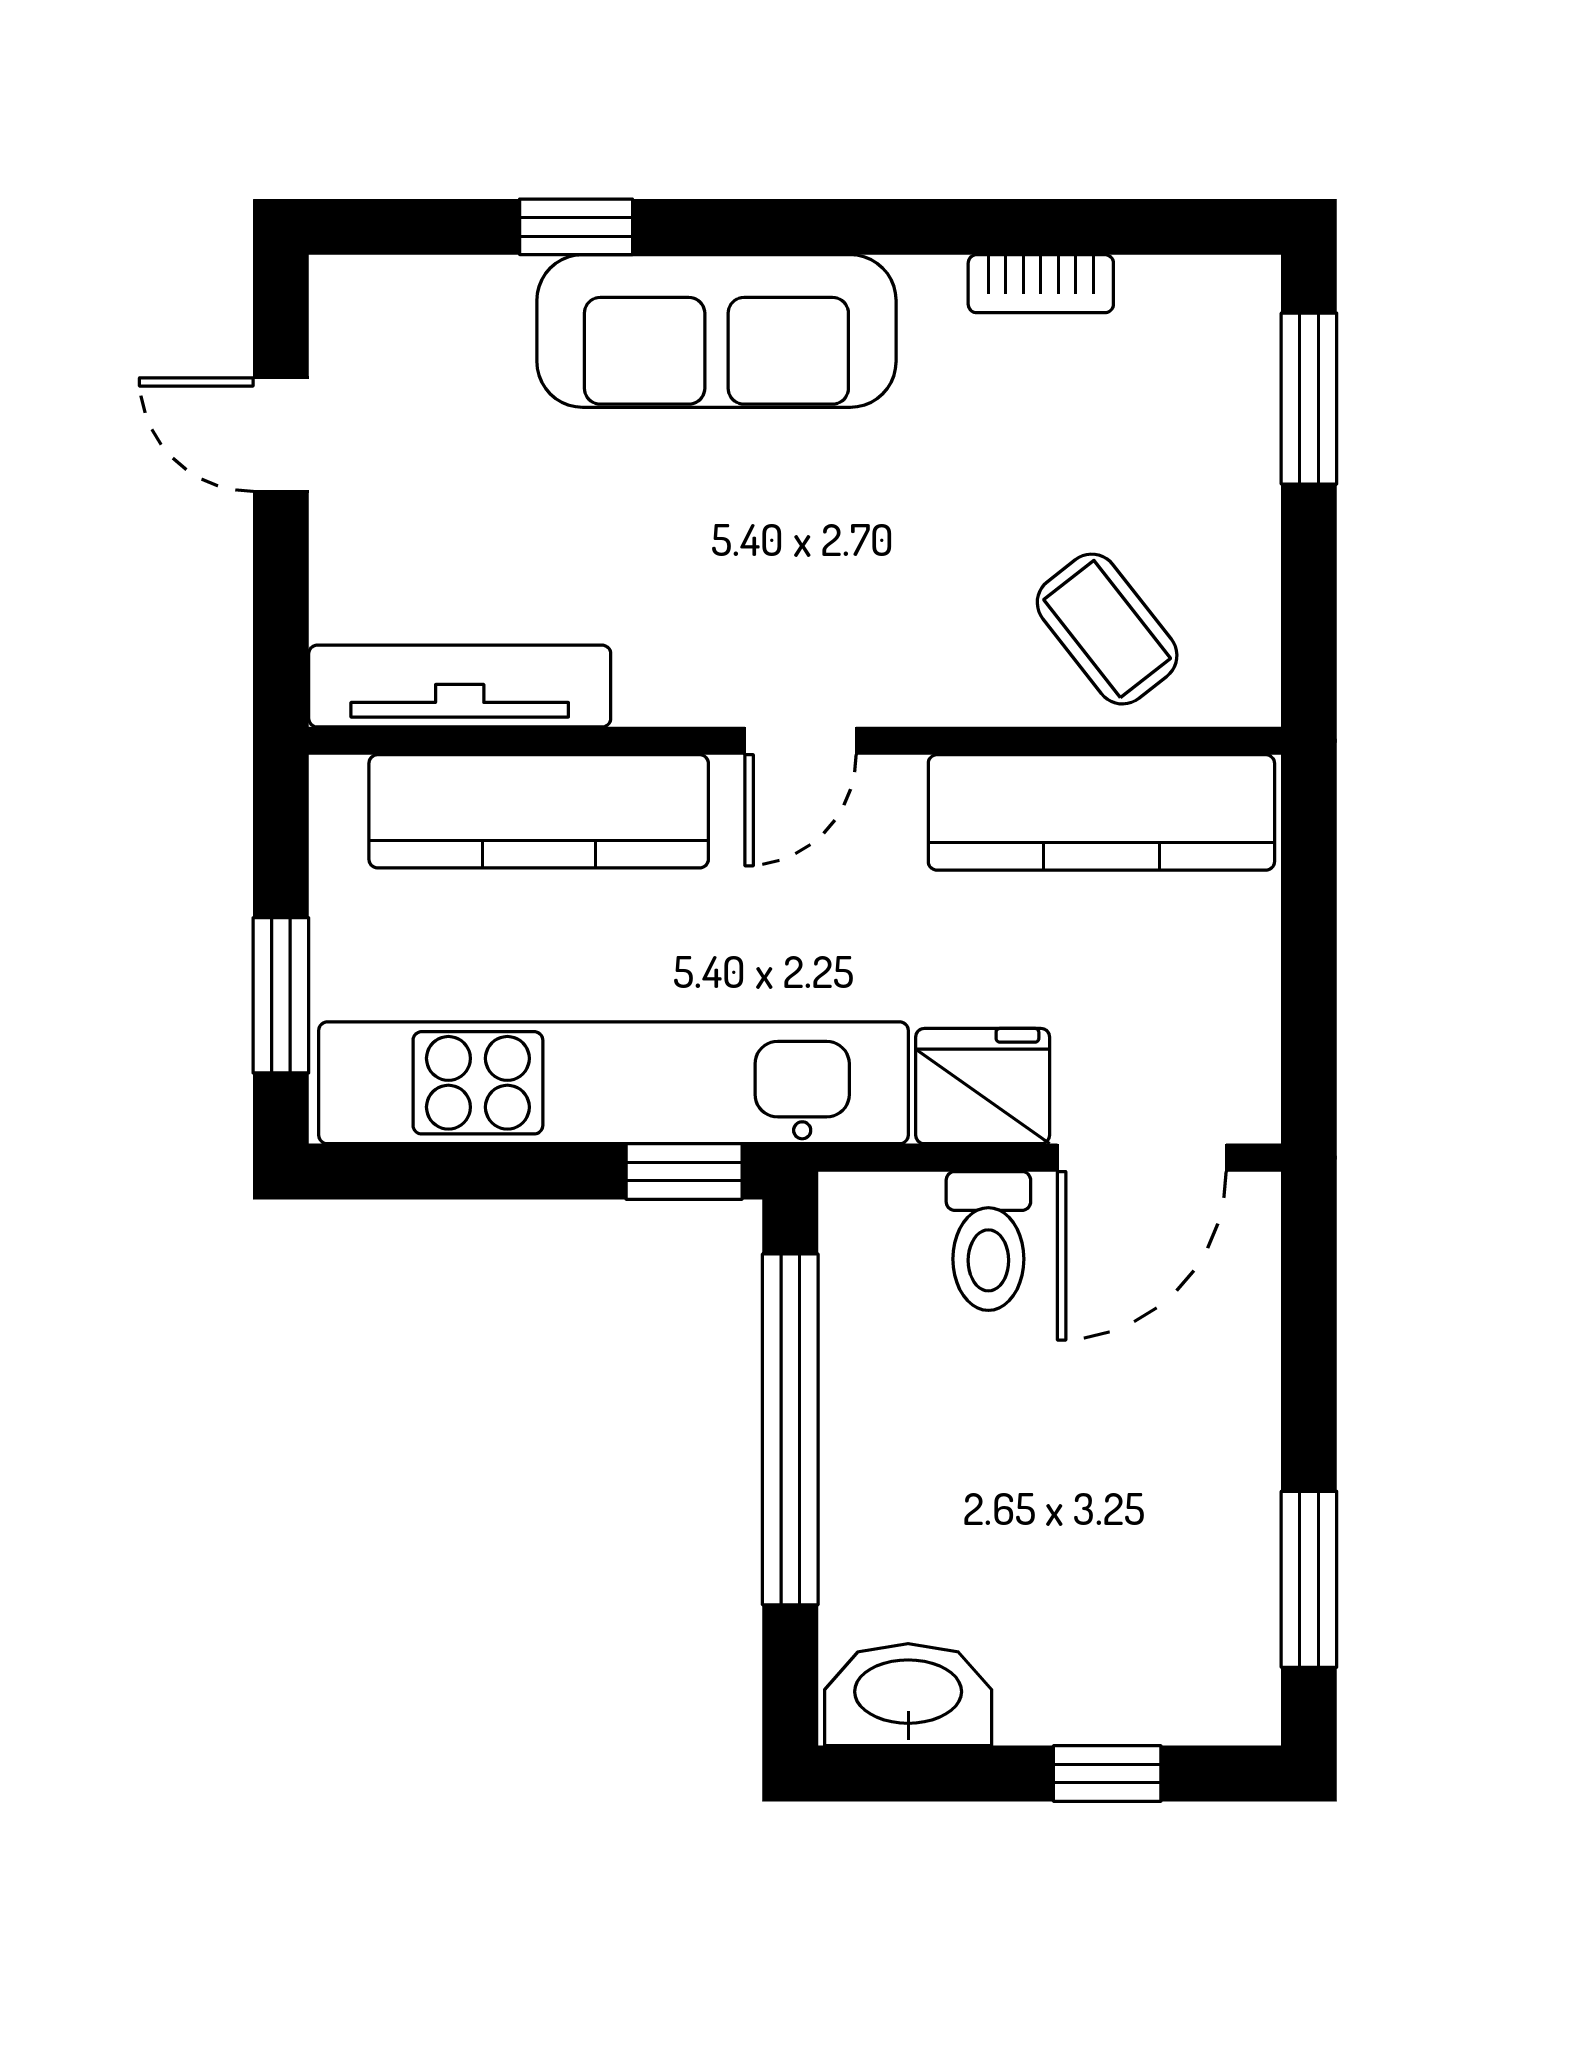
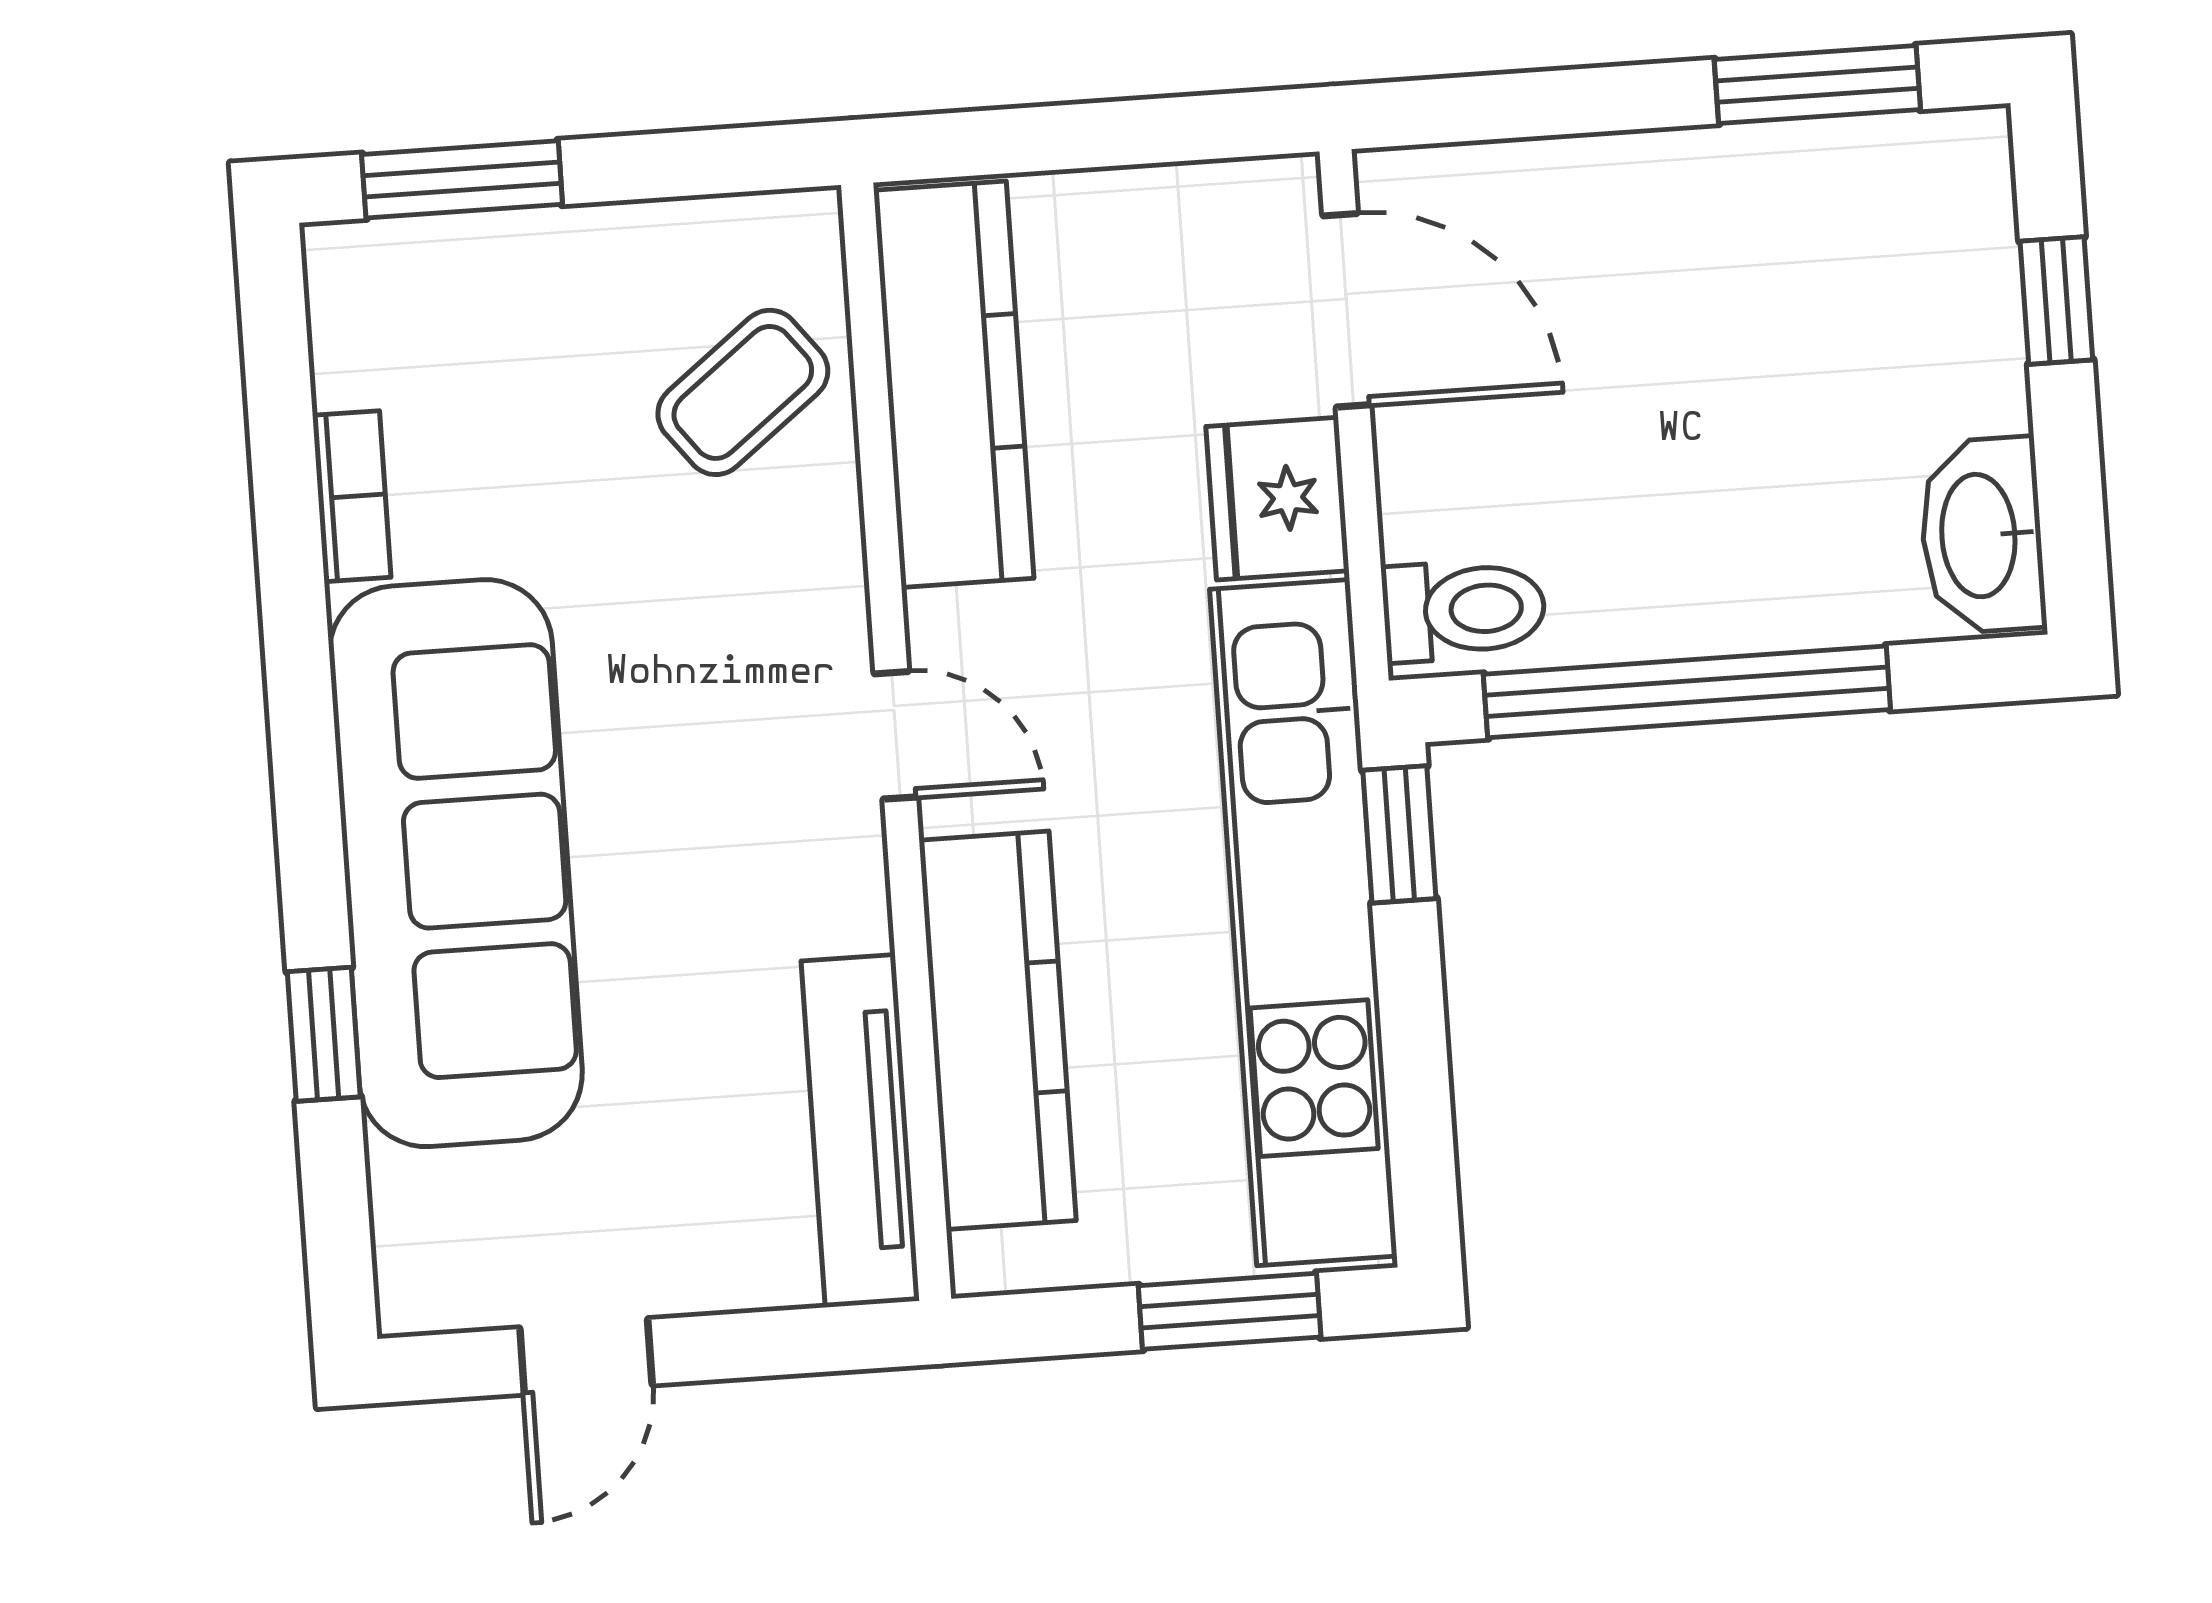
sofa: (716, 331) -> (456, 863), width x1.36, depth x1.27
toilet: (988, 1241) -> (1464, 610), moved

